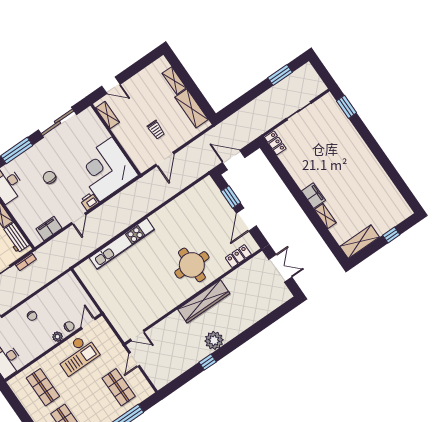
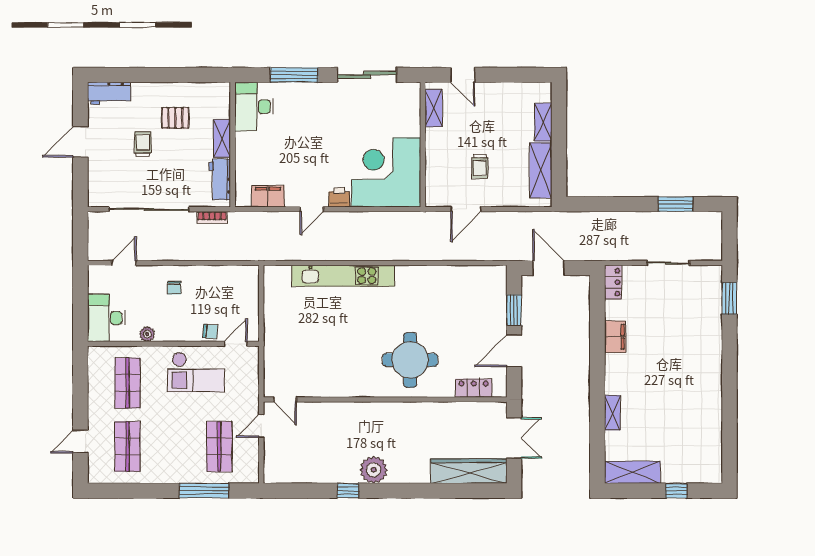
chair: (49, 177) -> (311, 135), removed
filing cabinet: (313, 196) -> (615, 337), moved
wardrobe: (204, 301) -> (469, 471), moved, turned 180
plant: (57, 337) -> (147, 334), moved

